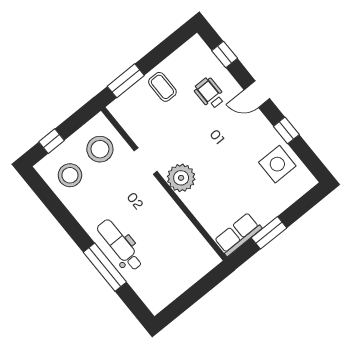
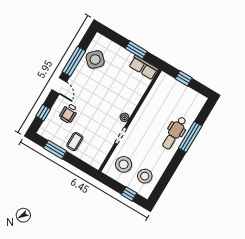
window: (126, 81) -> (55, 150), moved
window: (286, 130) -> (74, 61), width x2.17
side table: (277, 164) -> (95, 60), turned 45
plant: (181, 178) -> (124, 117), width x0.53, depth x0.53
window: (199, 290) -> (184, 78), added

